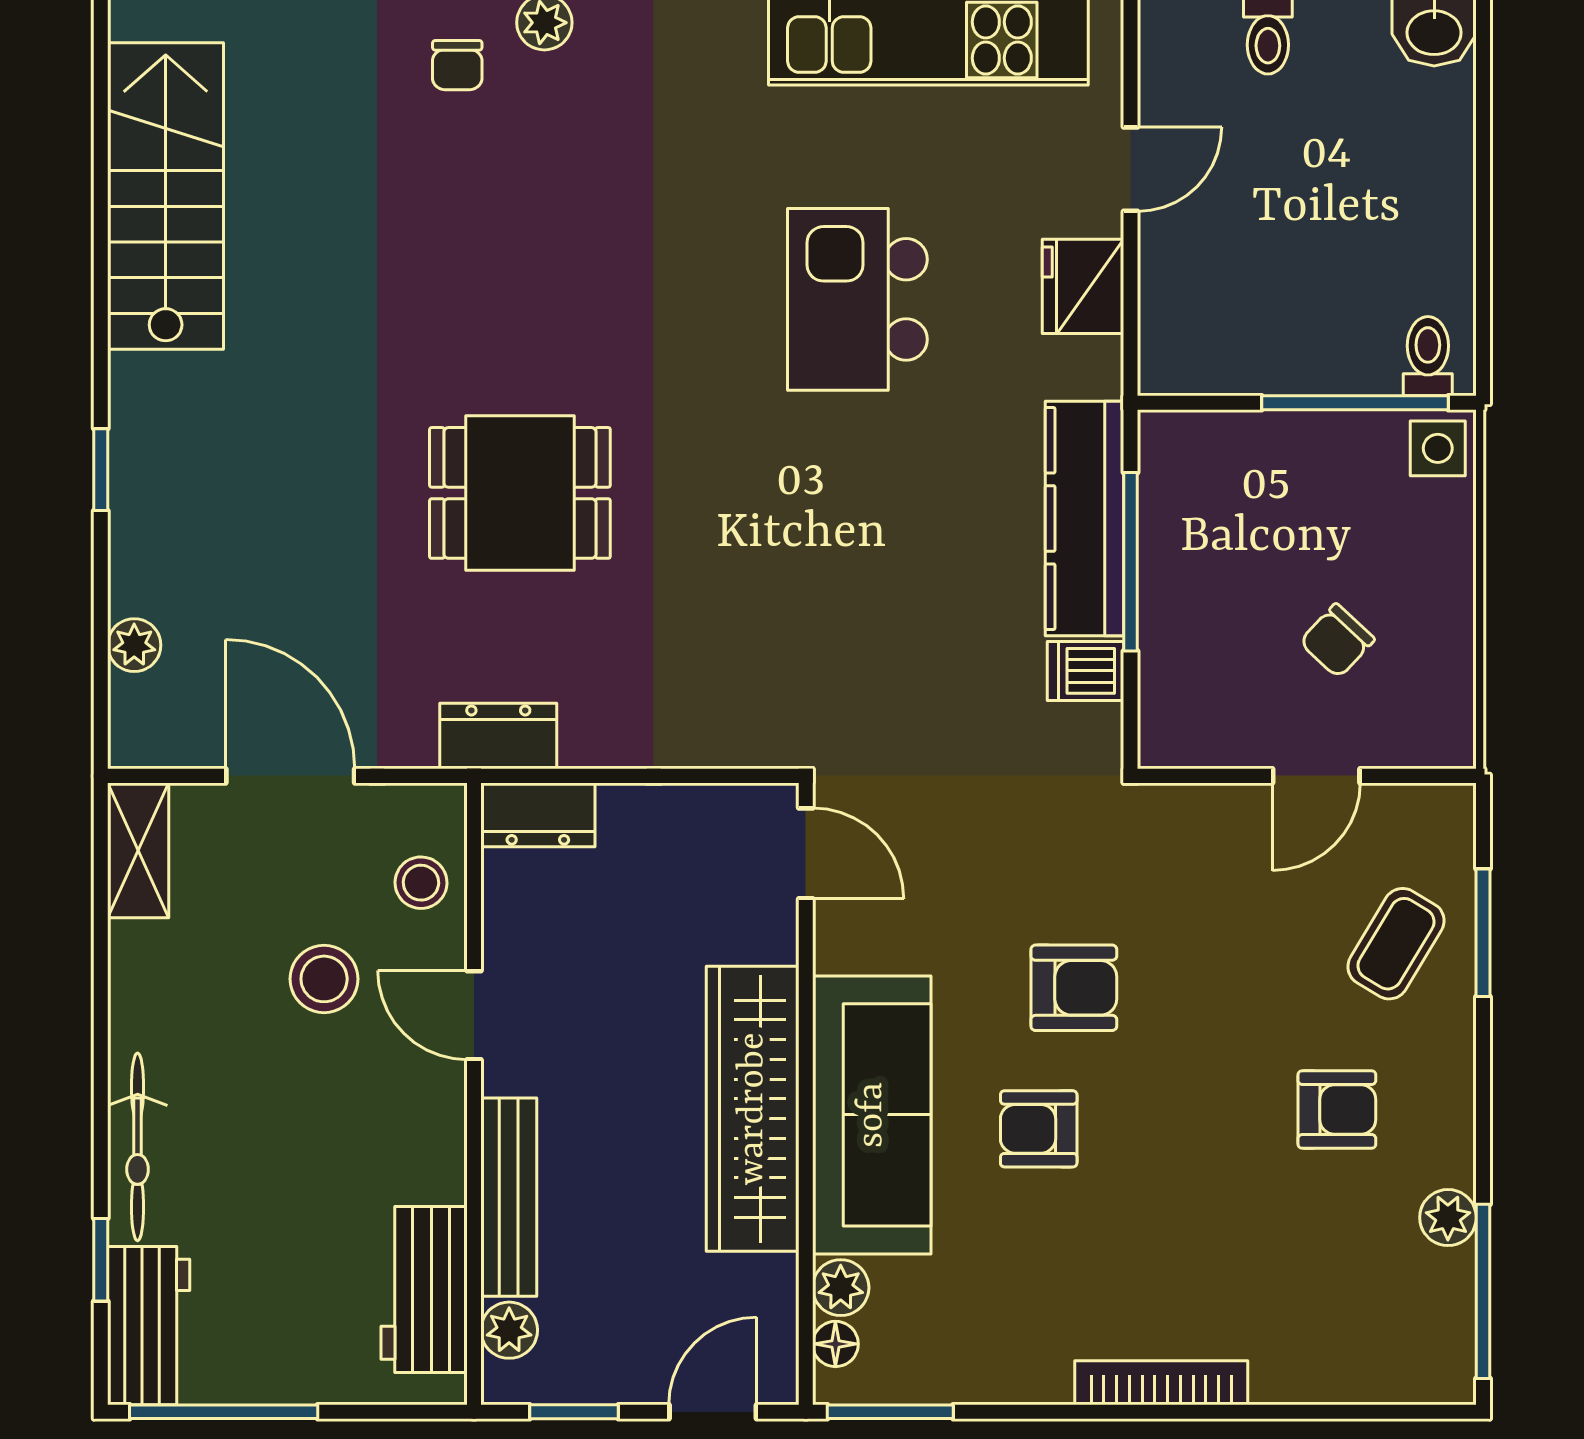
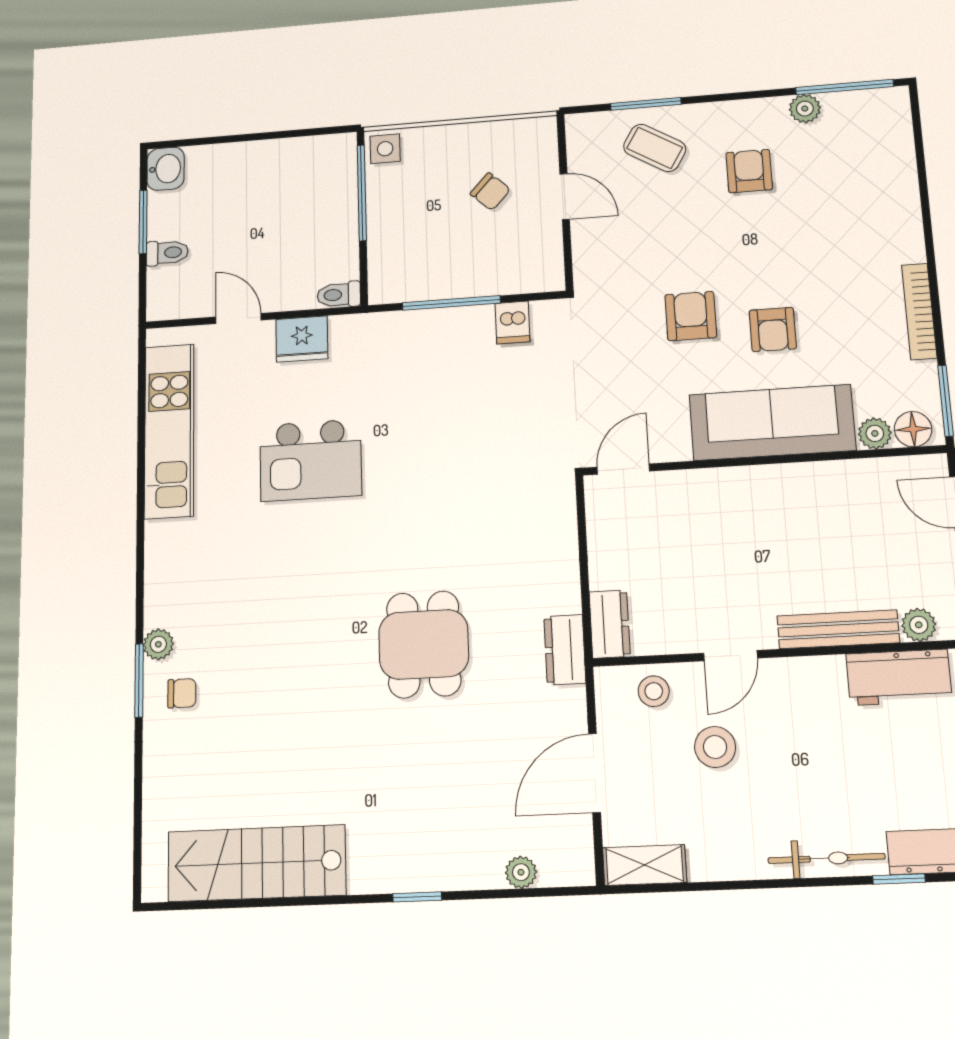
toilet: (1428, 356) -> (339, 295), moved
kitchen counter: (1085, 518) -> (428, 329), removed
wardrobe: (753, 1109) -> (774, 490), removed
floor lamp: (835, 1344) -> (913, 429), width x1.37, depth x1.37
bookcase: (1161, 1383) -> (919, 311), moved

